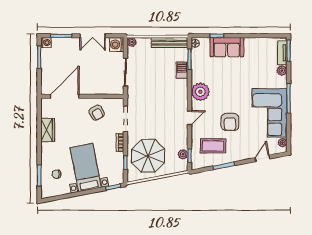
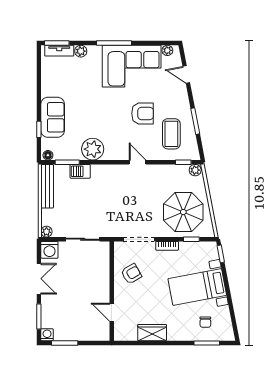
plant: (200, 92) -> (93, 149), moved
door: (65, 96) -> (112, 312), width x0.53
plant: (183, 154) -> (195, 170), moved

